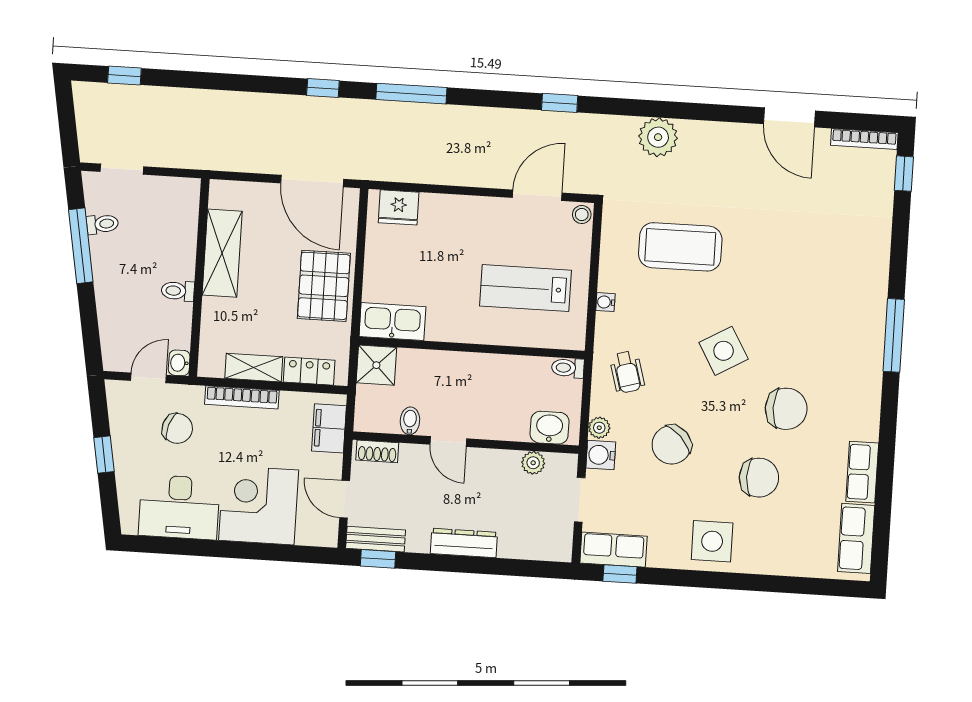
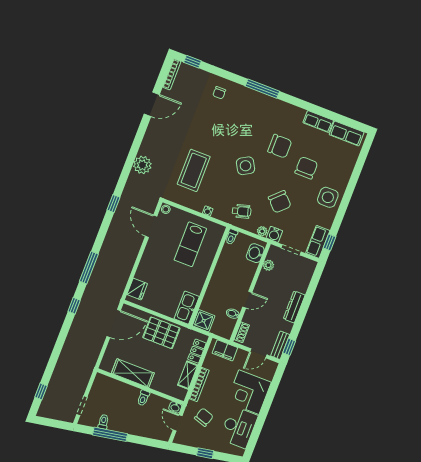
chair: (857, 249) -> (219, 93), added
chair: (786, 409) -> (280, 146), turned 90

